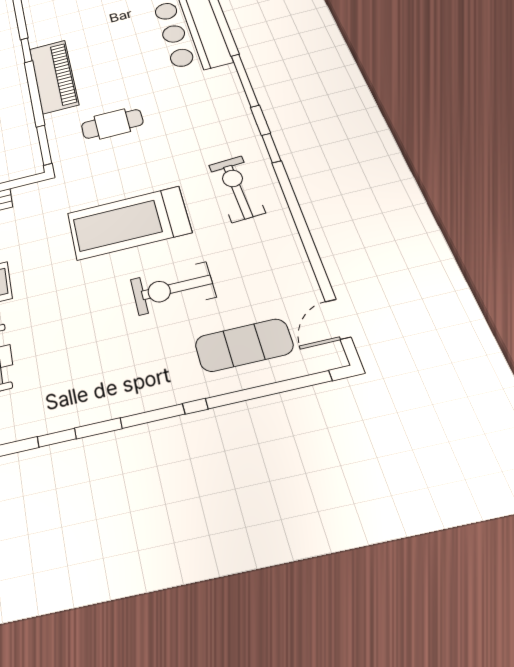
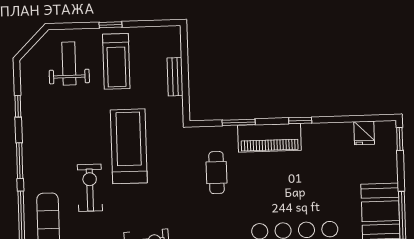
window: (44, 145) -> (239, 122), moved
treadmill: (129, 223) -> (129, 146), moved

